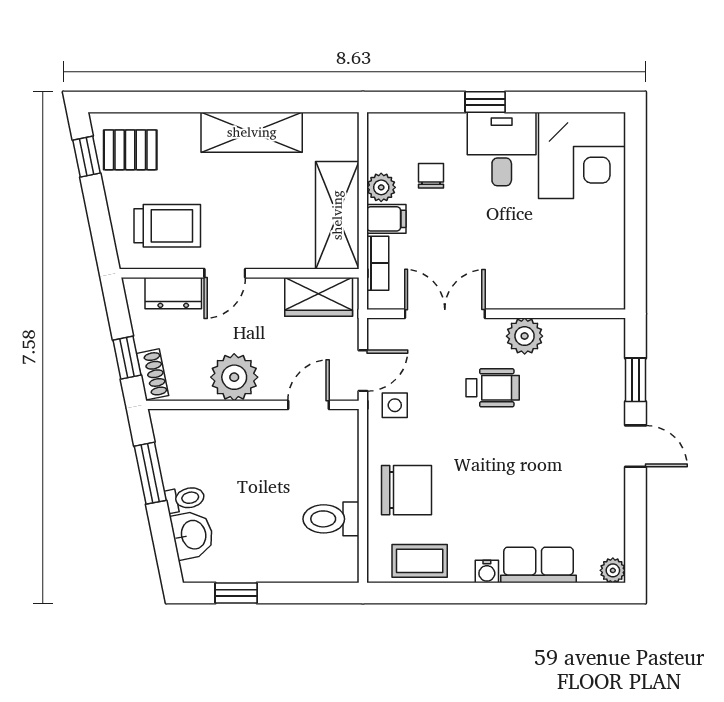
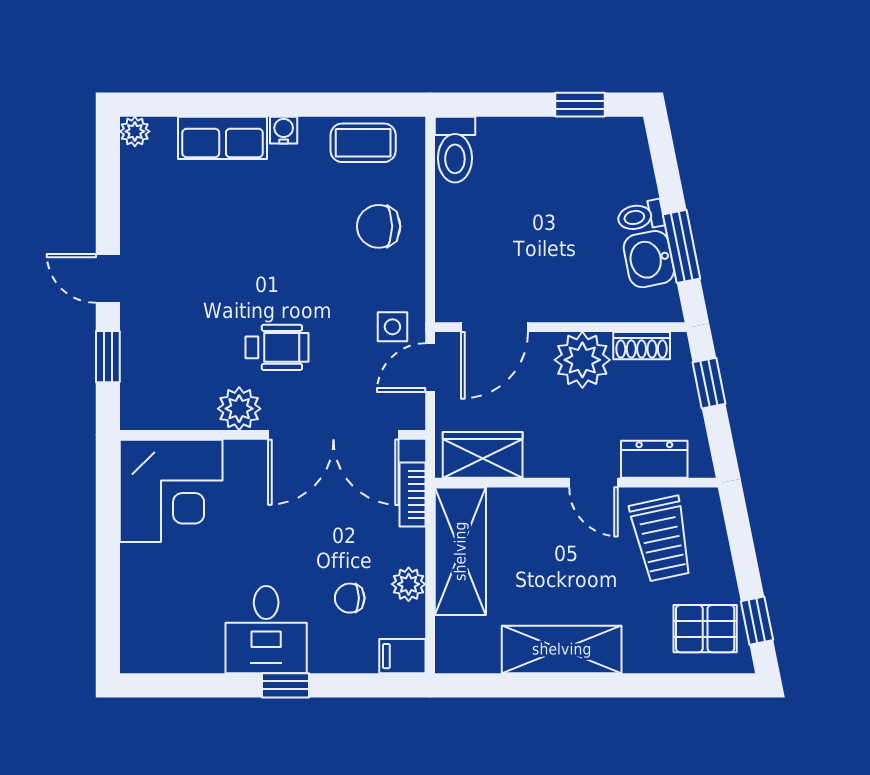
corner desk: (582, 155) -> (171, 491), moved, turned 180
chair: (431, 176) -> (350, 598), turned 90
filing cabinet: (386, 219) -> (402, 656), moved
trolley: (167, 226) -> (661, 539), turned -102
door: (225, 273) -> (593, 483), swing flipped
double door: (445, 314) -> (333, 435), width x1.37
shoe rack: (152, 374) -> (642, 346), moved, turned -79
wheelchair: (493, 388) -> (277, 347), turned 180
door: (309, 405) -> (494, 327), width x1.38
chair: (407, 490) -> (379, 226), width x0.73, depth x0.73
toilet: (331, 519) -> (455, 150), moved, turned 90
washbasin: (193, 535) -> (649, 259), moved

